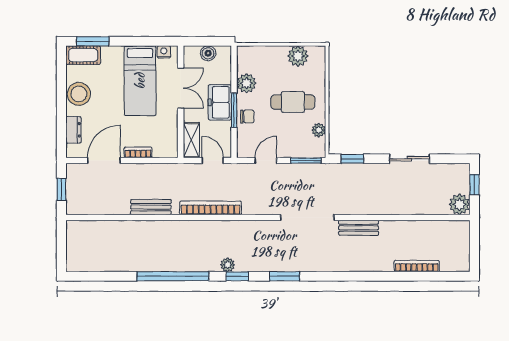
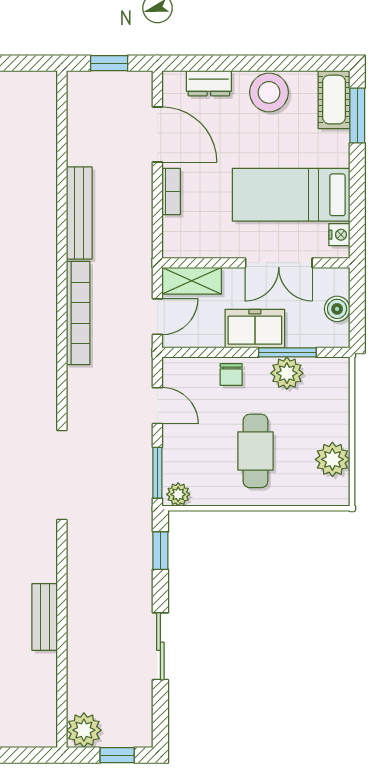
window: (234, 110) -> (287, 352), moved
plant: (319, 130) -> (178, 494), moved
bench: (151, 207) -> (79, 213), width x1.36
bench: (359, 228) -> (45, 617), moved

